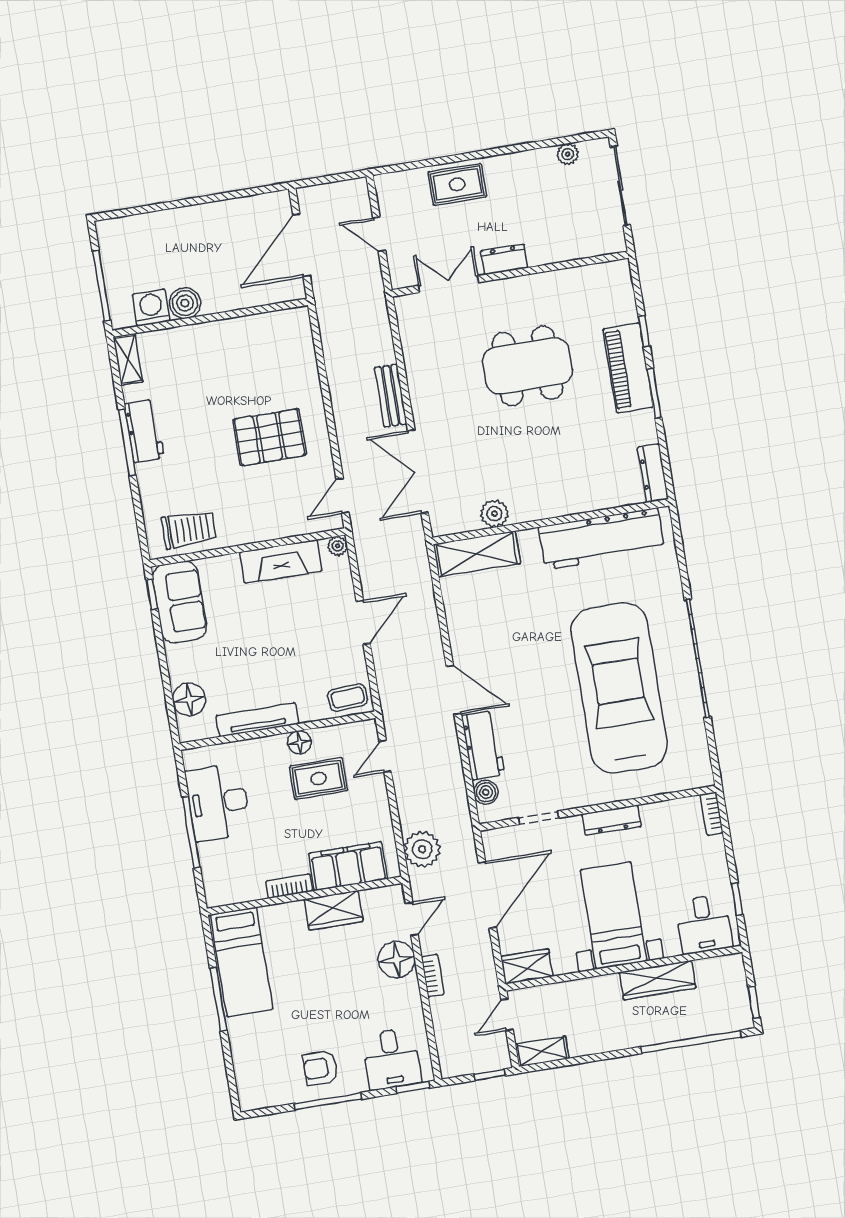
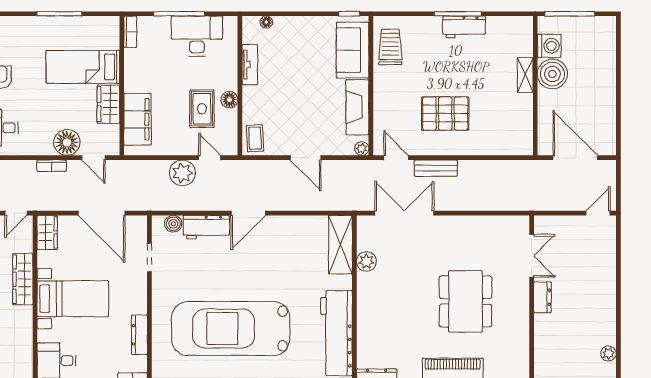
rug: (457, 184) -> (600, 273), removed
door: (379, 234) -> (598, 213), moved
boiler: (185, 303) -> (552, 74), width x1.37, depth x1.37
shelving: (128, 359) -> (525, 75), moved, turned 90
bench: (391, 396) -> (436, 168), moved
pallet: (270, 437) -> (445, 114), turned 90
trolley: (189, 529) -> (390, 47), turned 180
sofa: (180, 602) -> (353, 50), moved, turned 90
car: (619, 688) -> (231, 328), turned 180
floor lamp: (189, 699) -> (266, 22), width x0.53, depth x0.53
tv unit: (257, 720) -> (250, 65), width x0.71
dresser: (612, 820) -> (139, 335), moved
plant: (422, 849) -> (182, 173), moved
bookcase: (289, 886) -> (130, 32), moved
bed: (242, 962) -> (83, 67), moved
wardrobe: (657, 980) -> (23, 279), moved
door: (507, 1015) -> (16, 213), swing flipped

